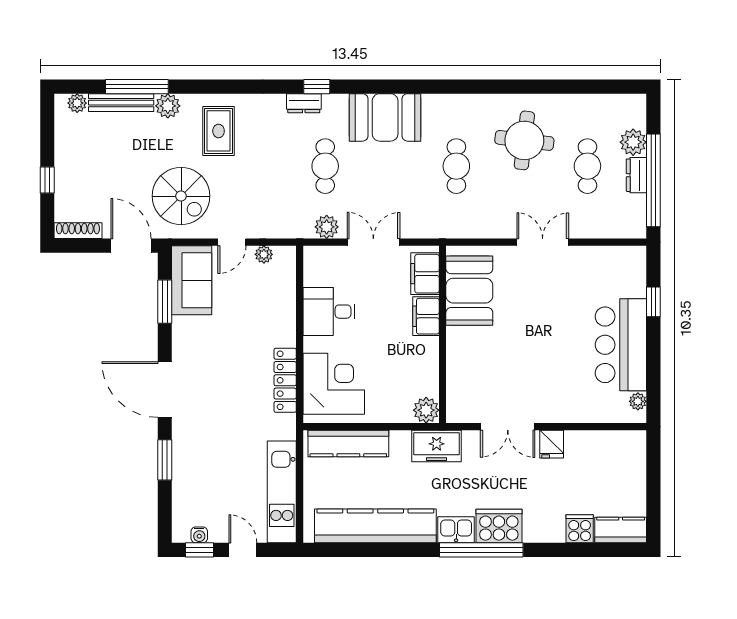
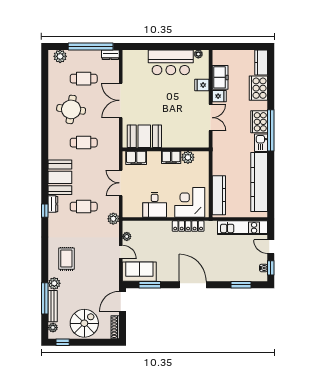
dresser: (304, 103) -> (53, 204), moved
rug: (219, 131) -> (66, 259), turned 90
plant: (633, 142) -> (60, 56), moved
dresser: (636, 175) -> (110, 55), moved
window: (47, 180) -> (63, 342), moved
spiral stairs: (181, 196) -> (84, 323), moved
plant: (327, 227) -> (113, 219), moved
double door: (543, 242) -> (121, 100), width x1.37
window: (653, 302) -> (150, 46), removed
filing cabinet: (426, 316) -> (171, 157), moved
door: (165, 390) -> (193, 285), swing flipped
fridge: (574, 409) -> (202, 85), added
plant: (426, 410) -> (188, 157), moved
freezer: (437, 446) -> (220, 77), moved
window: (165, 460) -> (241, 285), moved
cooker: (580, 529) -> (258, 88), width x1.87, depth x1.31
door: (243, 550) -> (271, 247), hinge flipped

